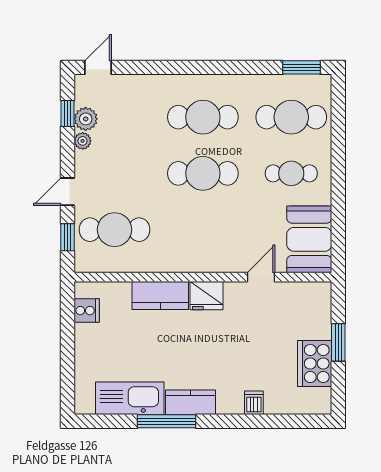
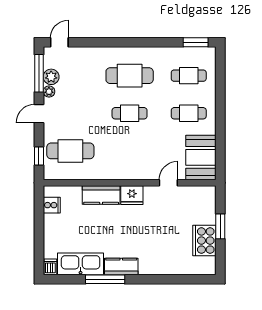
window: (67, 113) -> (39, 73), width x2.17
cafe table: (291, 117) -> (189, 76), width x0.73, depth x0.74
cafe table: (203, 173) -> (130, 113), width x0.73, depth x0.74
door: (67, 192) -> (39, 114), moved
dishwasher: (254, 403) -> (50, 267), moved

